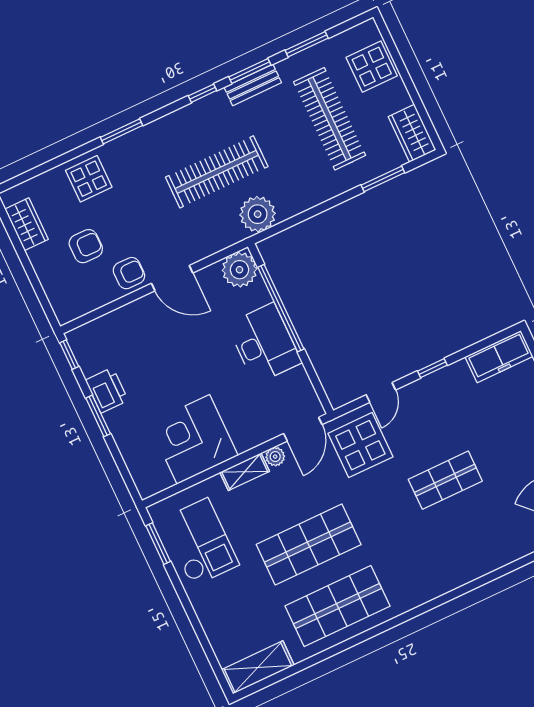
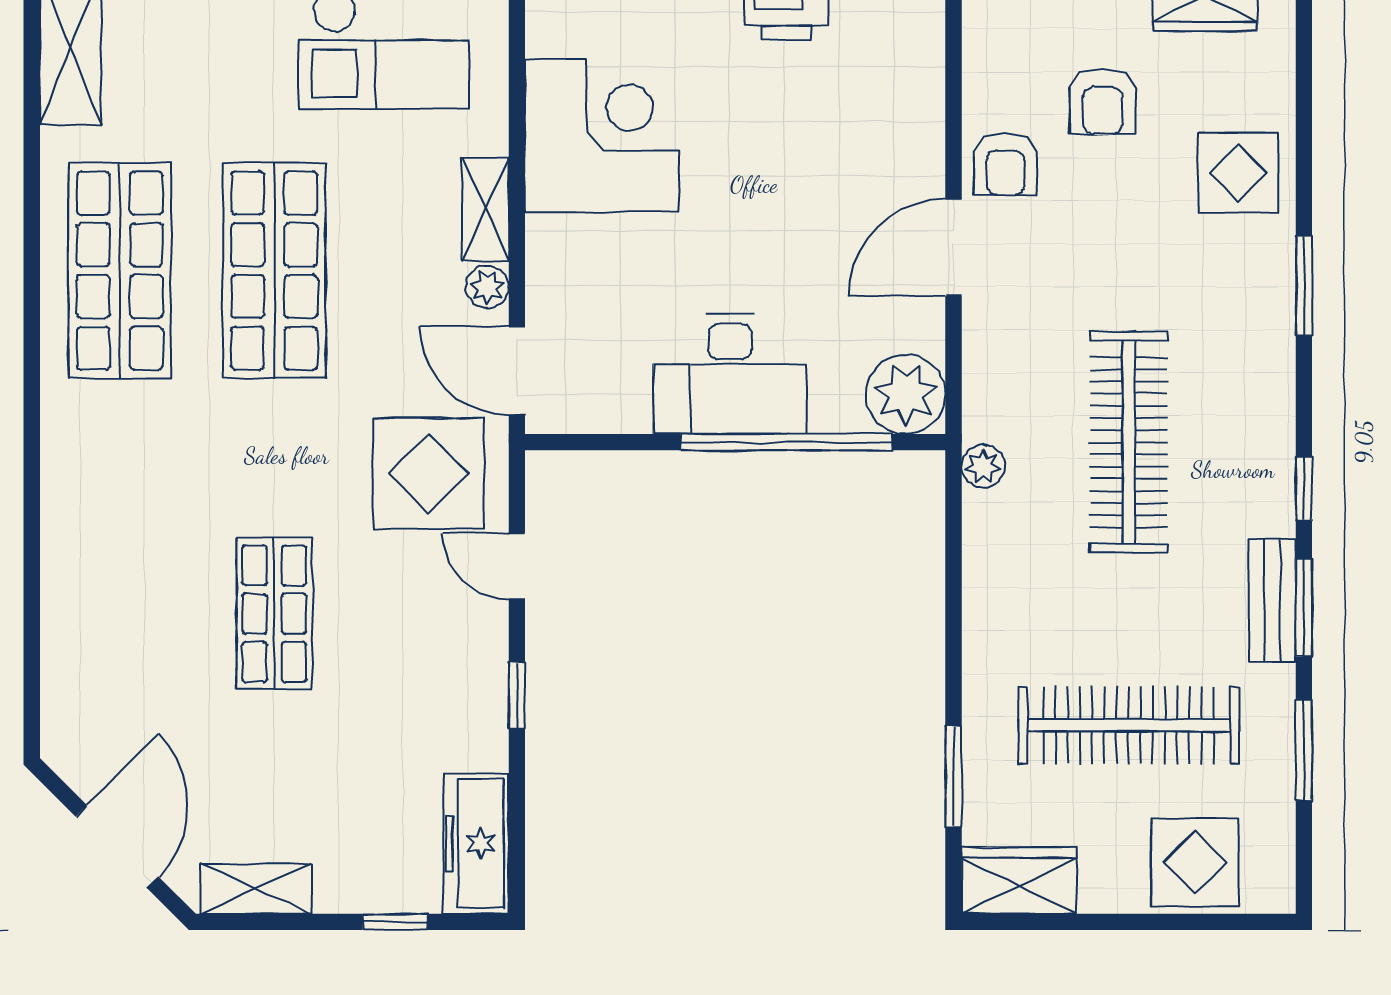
plant: (258, 214) -> (983, 466), width x0.53, depth x0.53

